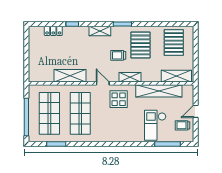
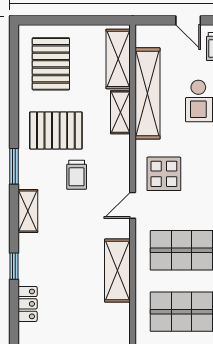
pallet: (174, 42) -> (51, 64), turned 90
shelving: (130, 77) -> (120, 112), moved

